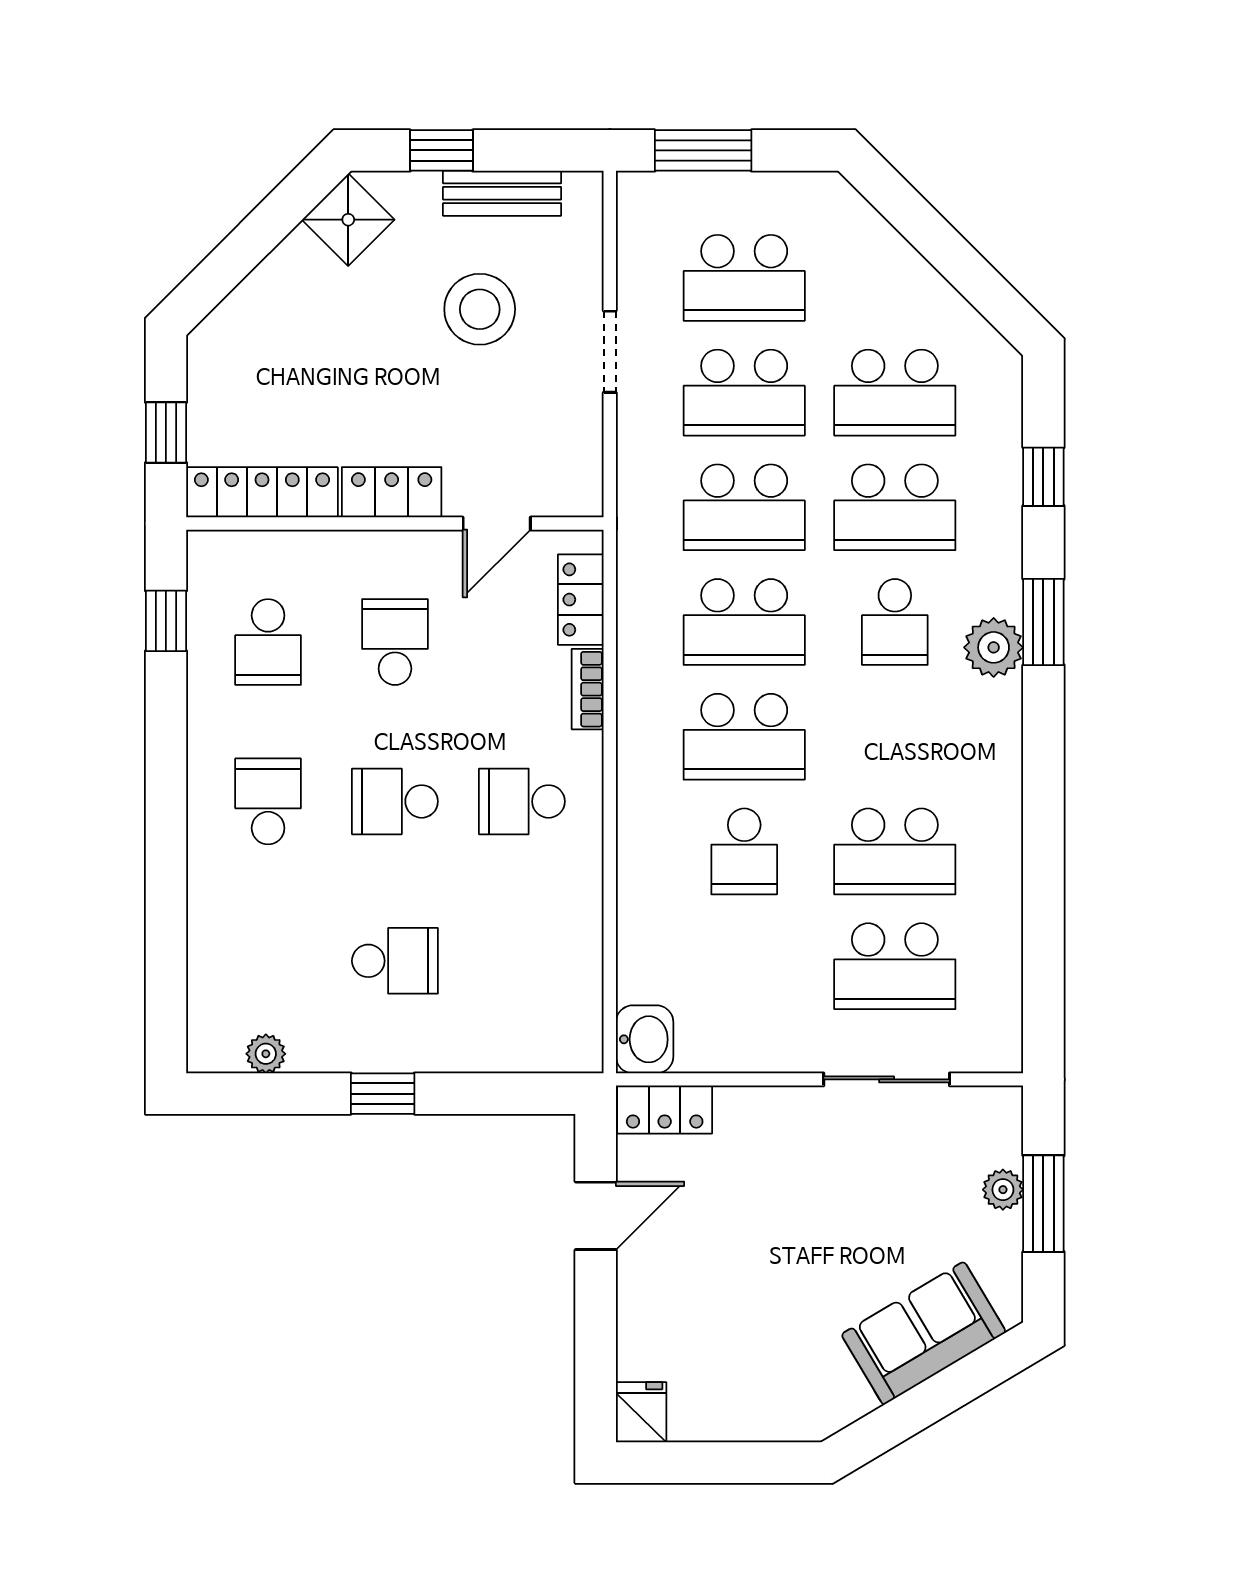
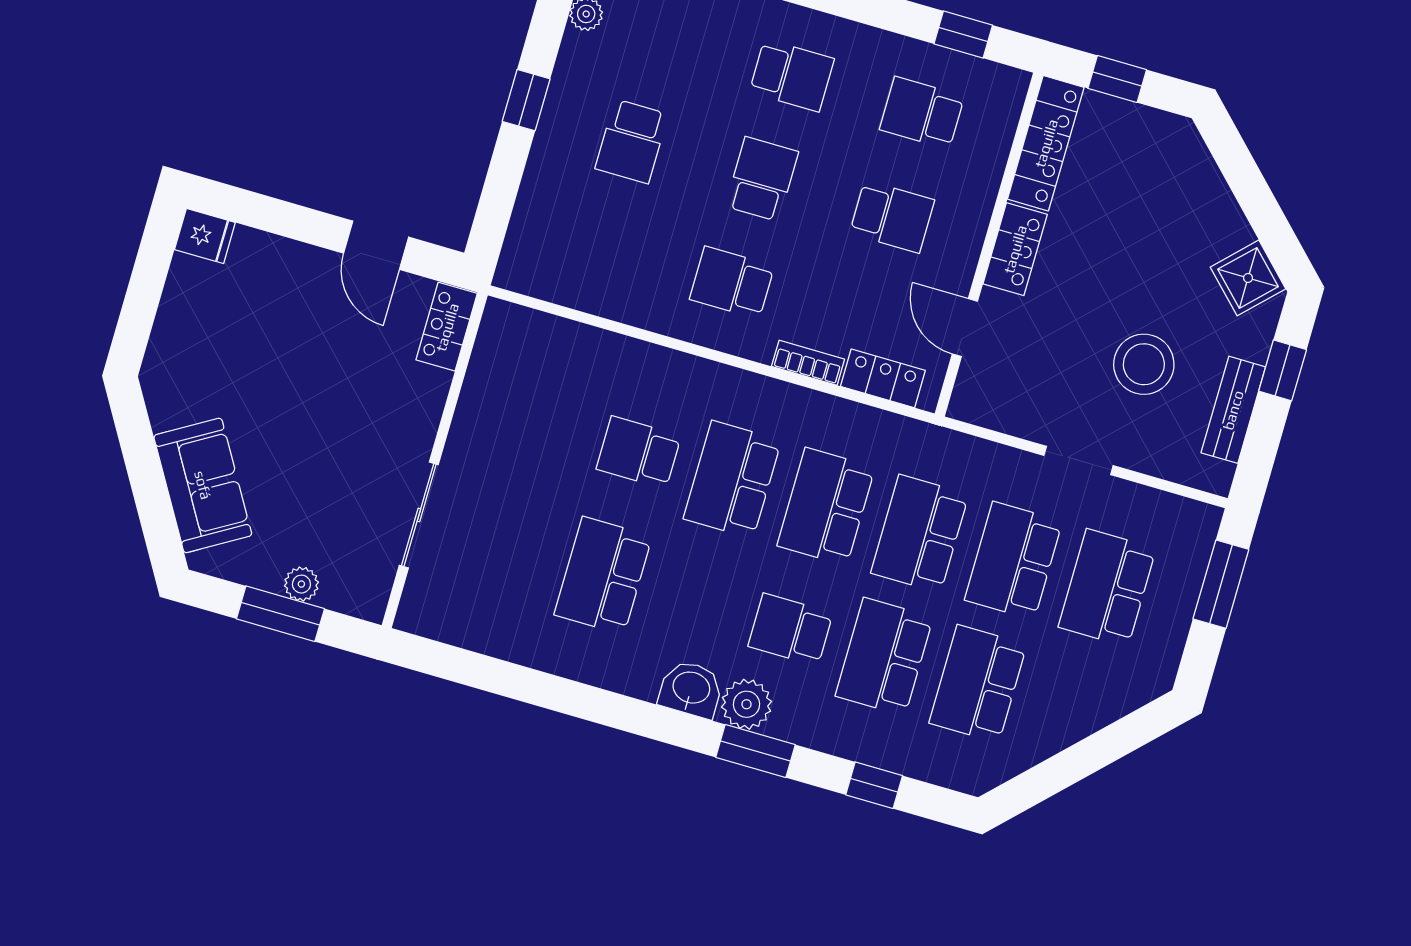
school desk: (522, 801) -> (732, 283), turned -90
school desk: (895, 966) -> (509, 548), removed
washbasin: (645, 1039) -> (691, 689), moved, turned 180

